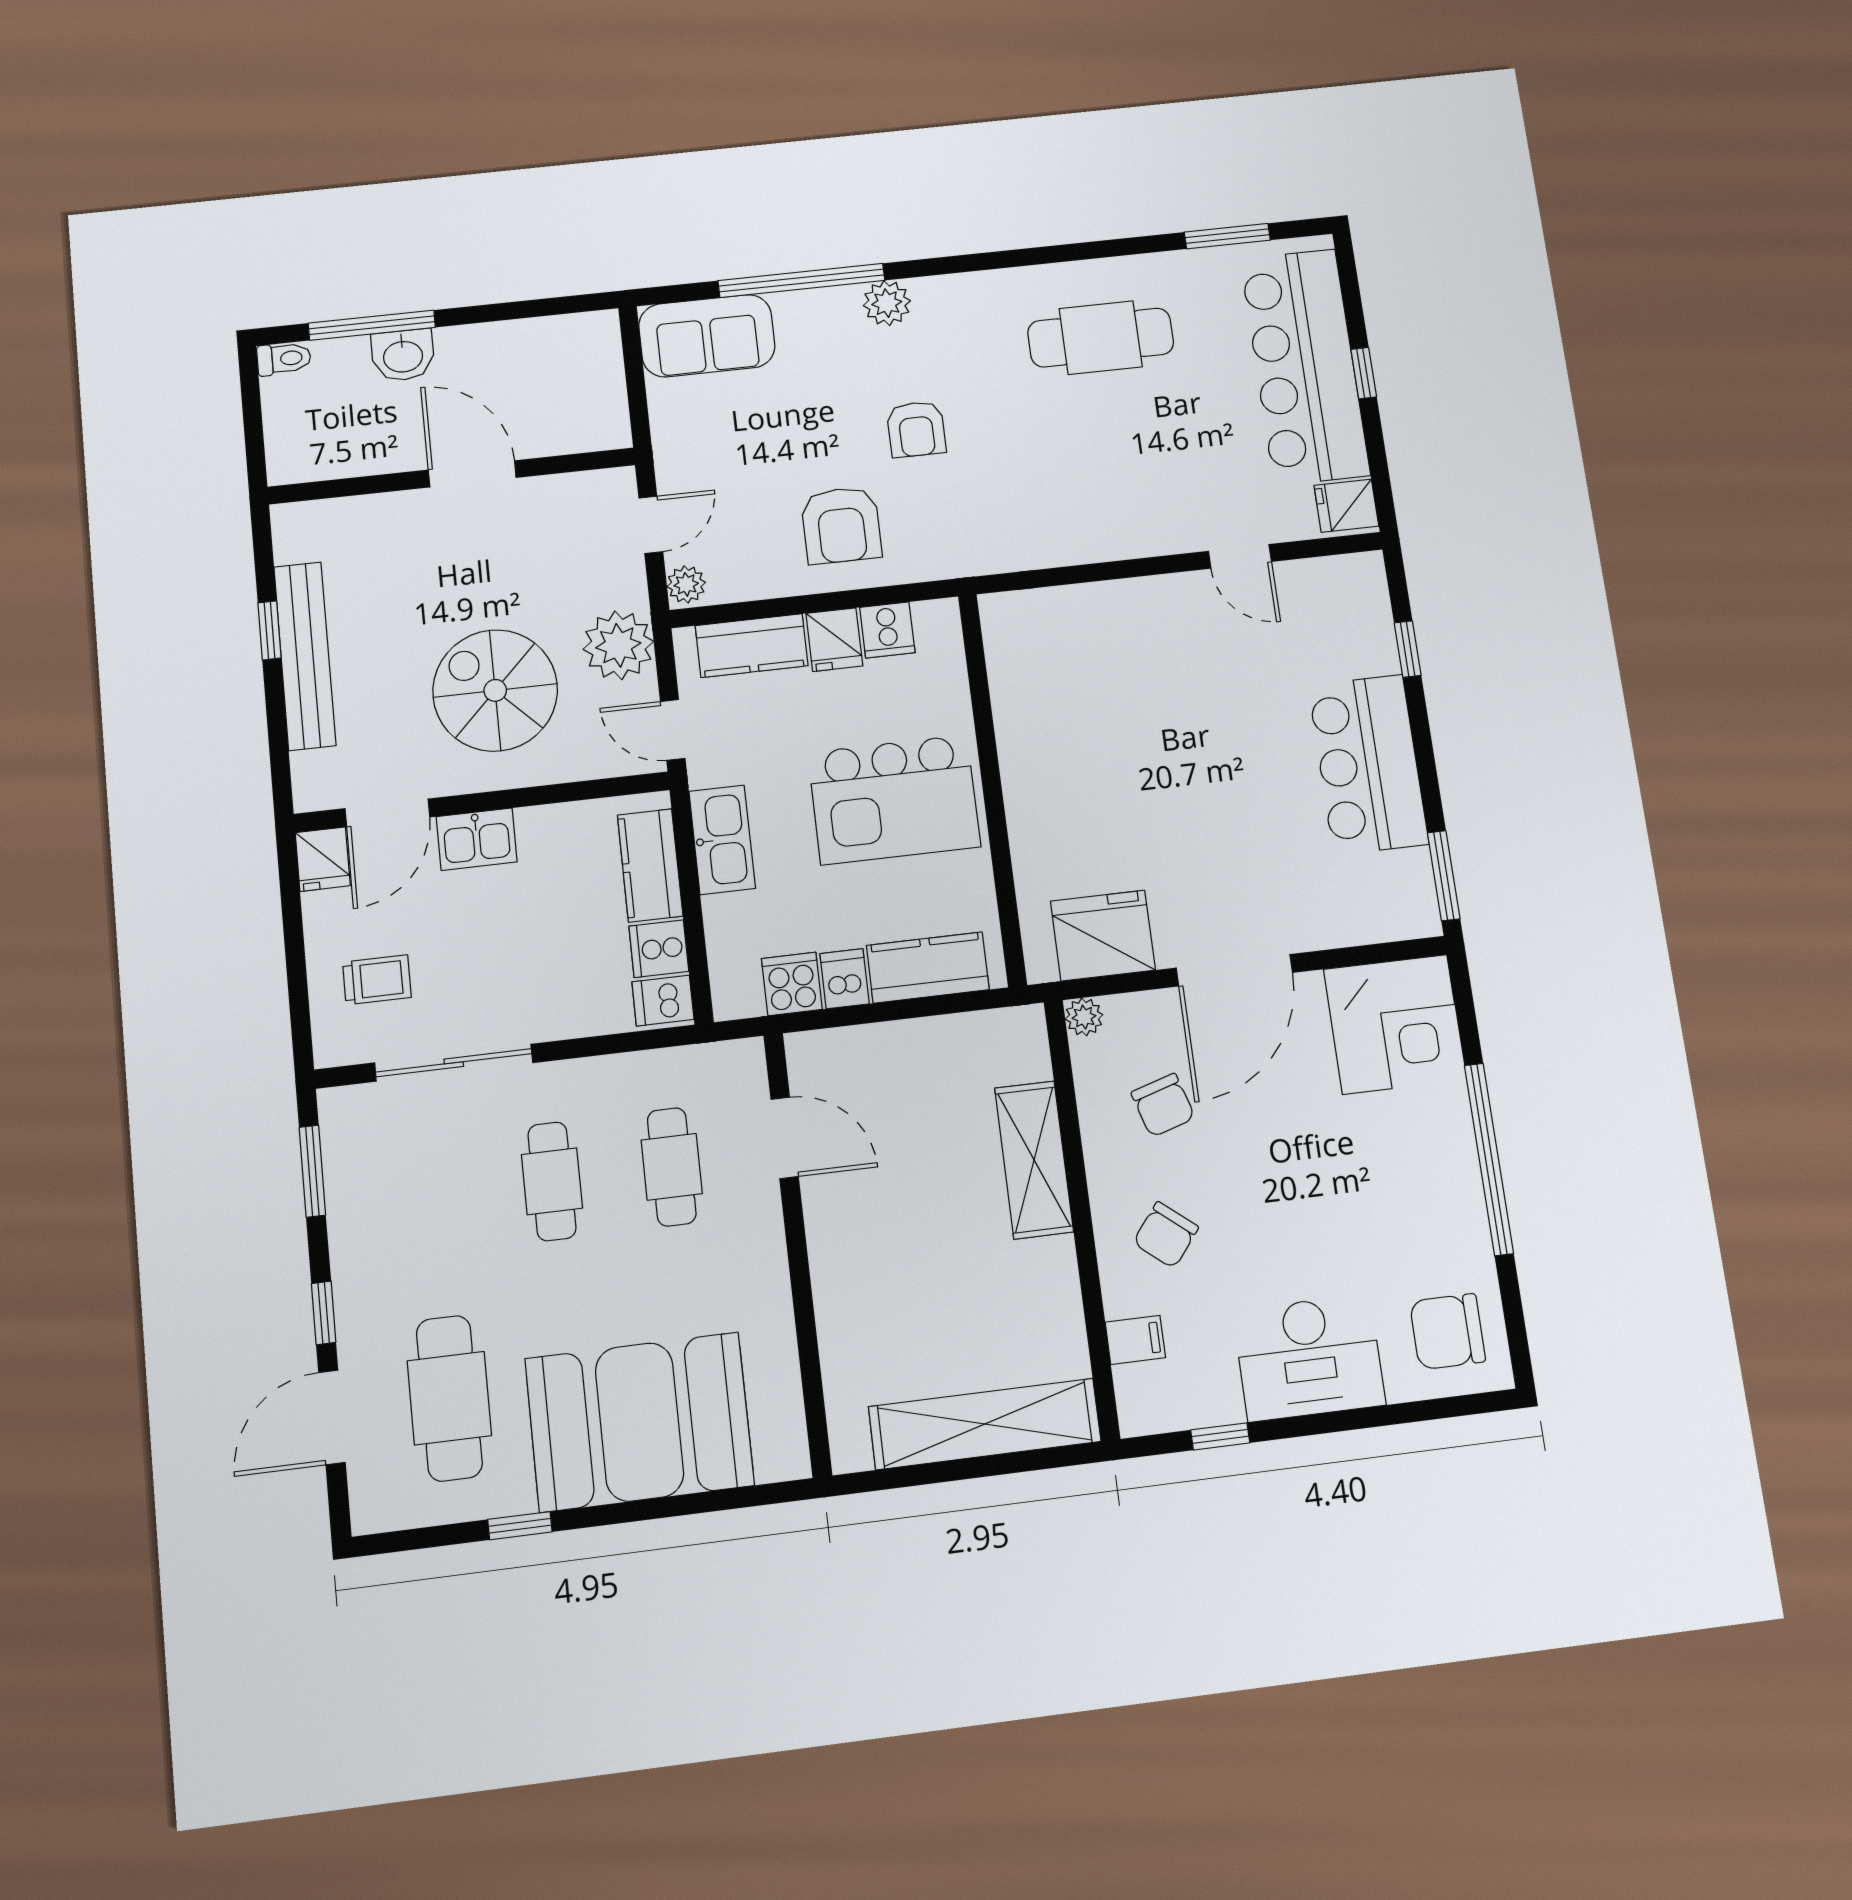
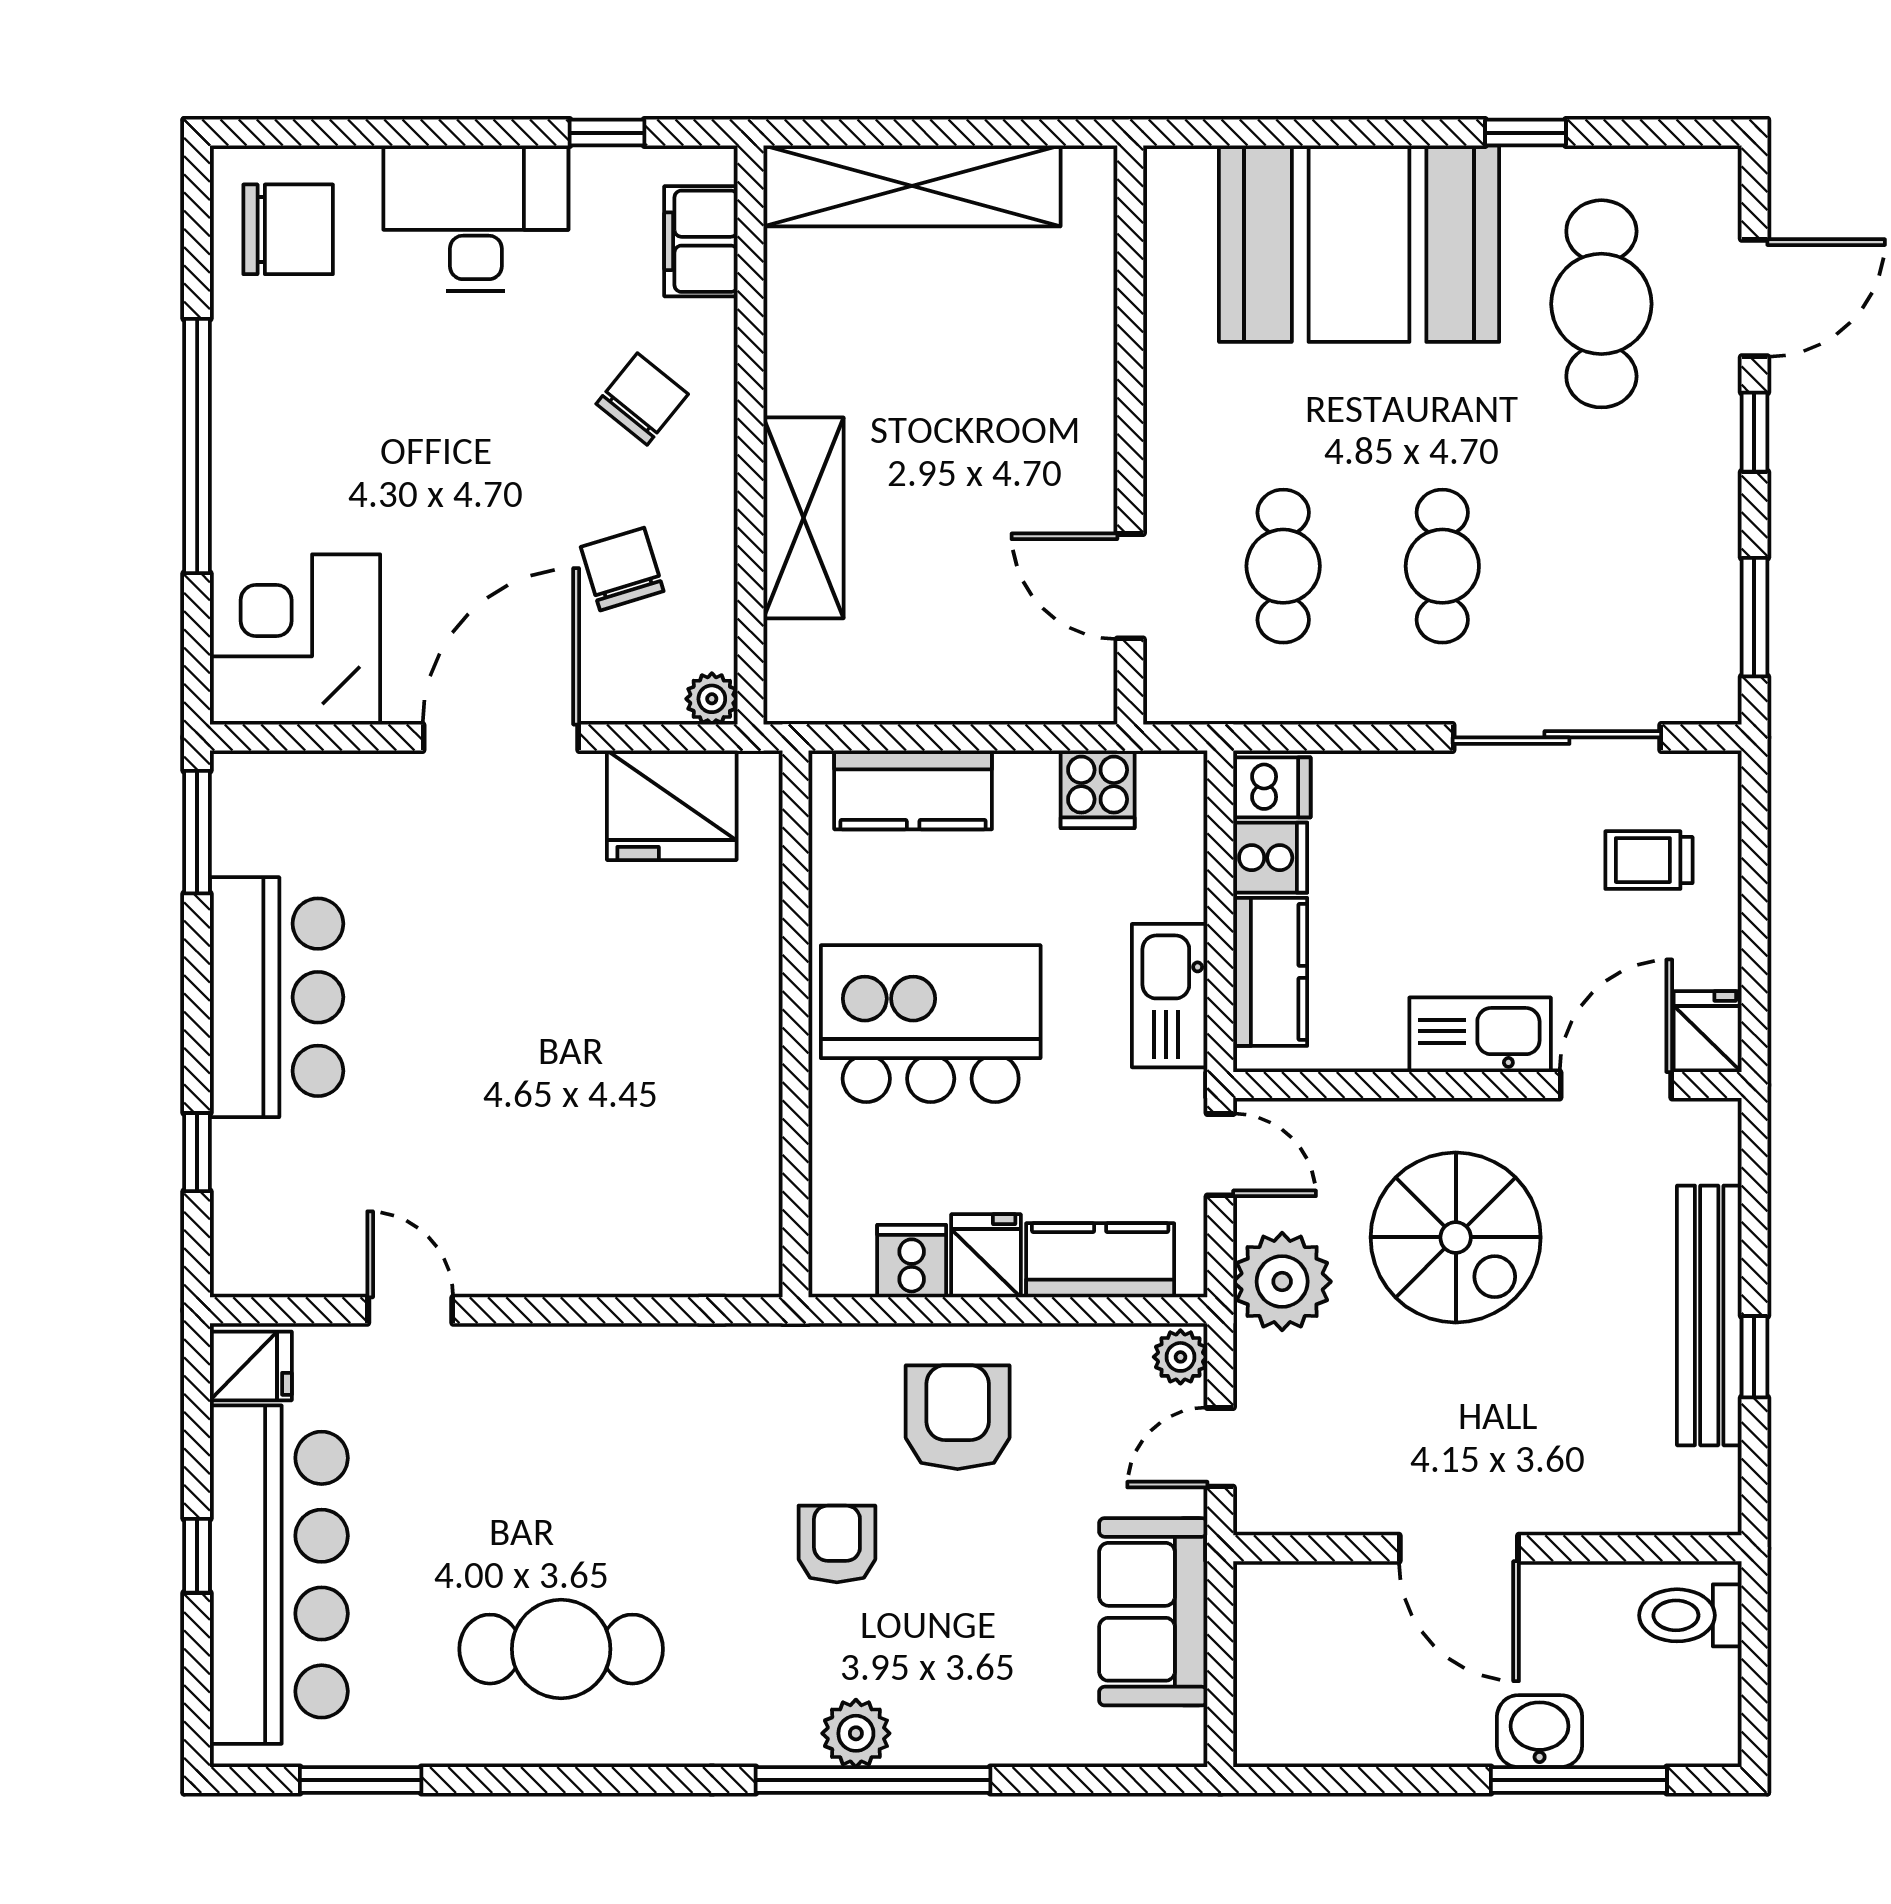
window: (801, 280) -> (873, 1780), moved
sofa: (707, 336) -> (1153, 1612), moved, turned -90
toilet: (284, 359) -> (1690, 1615), moved, width x1.37, depth x1.39
kitchen sink: (477, 839) -> (1480, 1035), width x1.38
dishwasher: (845, 979) -> (1026, 788), removed
filing cabinet: (1135, 1340) -> (701, 241), width x2.00

